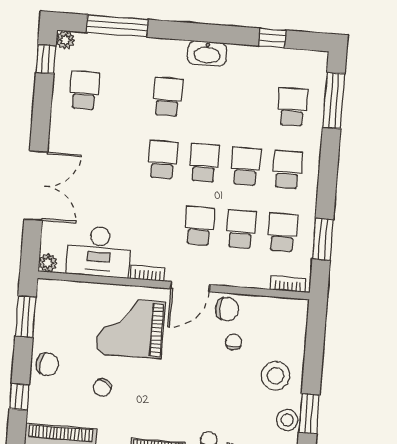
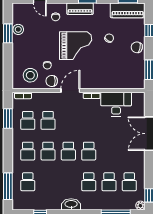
school desk: (199, 226) -> (109, 182), moved
plant: (48, 263) -> (140, 97), removed
grand piano: (131, 328) -> (76, 46), moved
stool: (275, 376) -> (30, 75), moved

